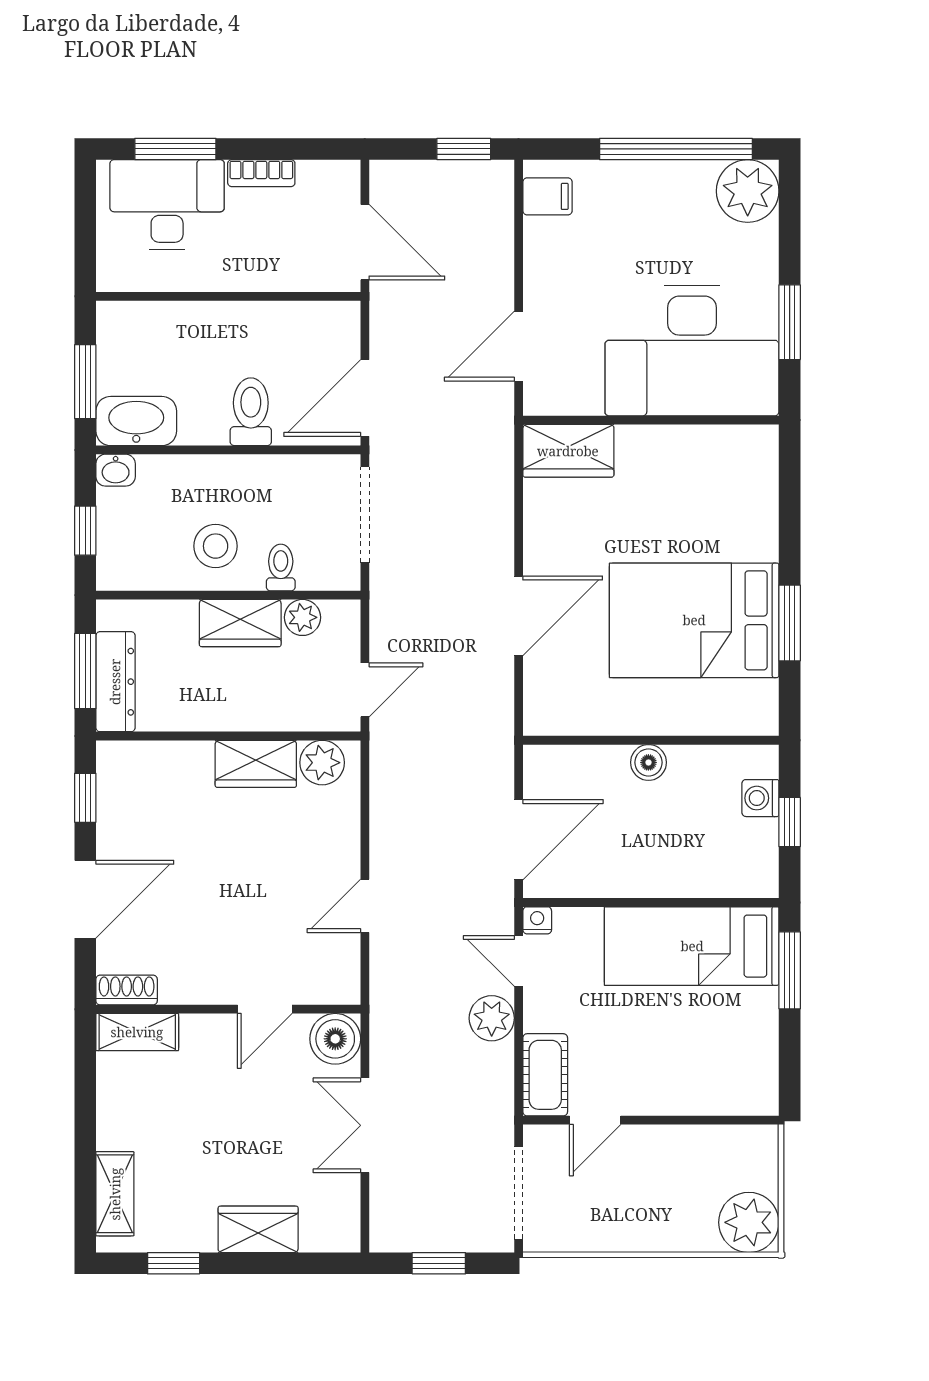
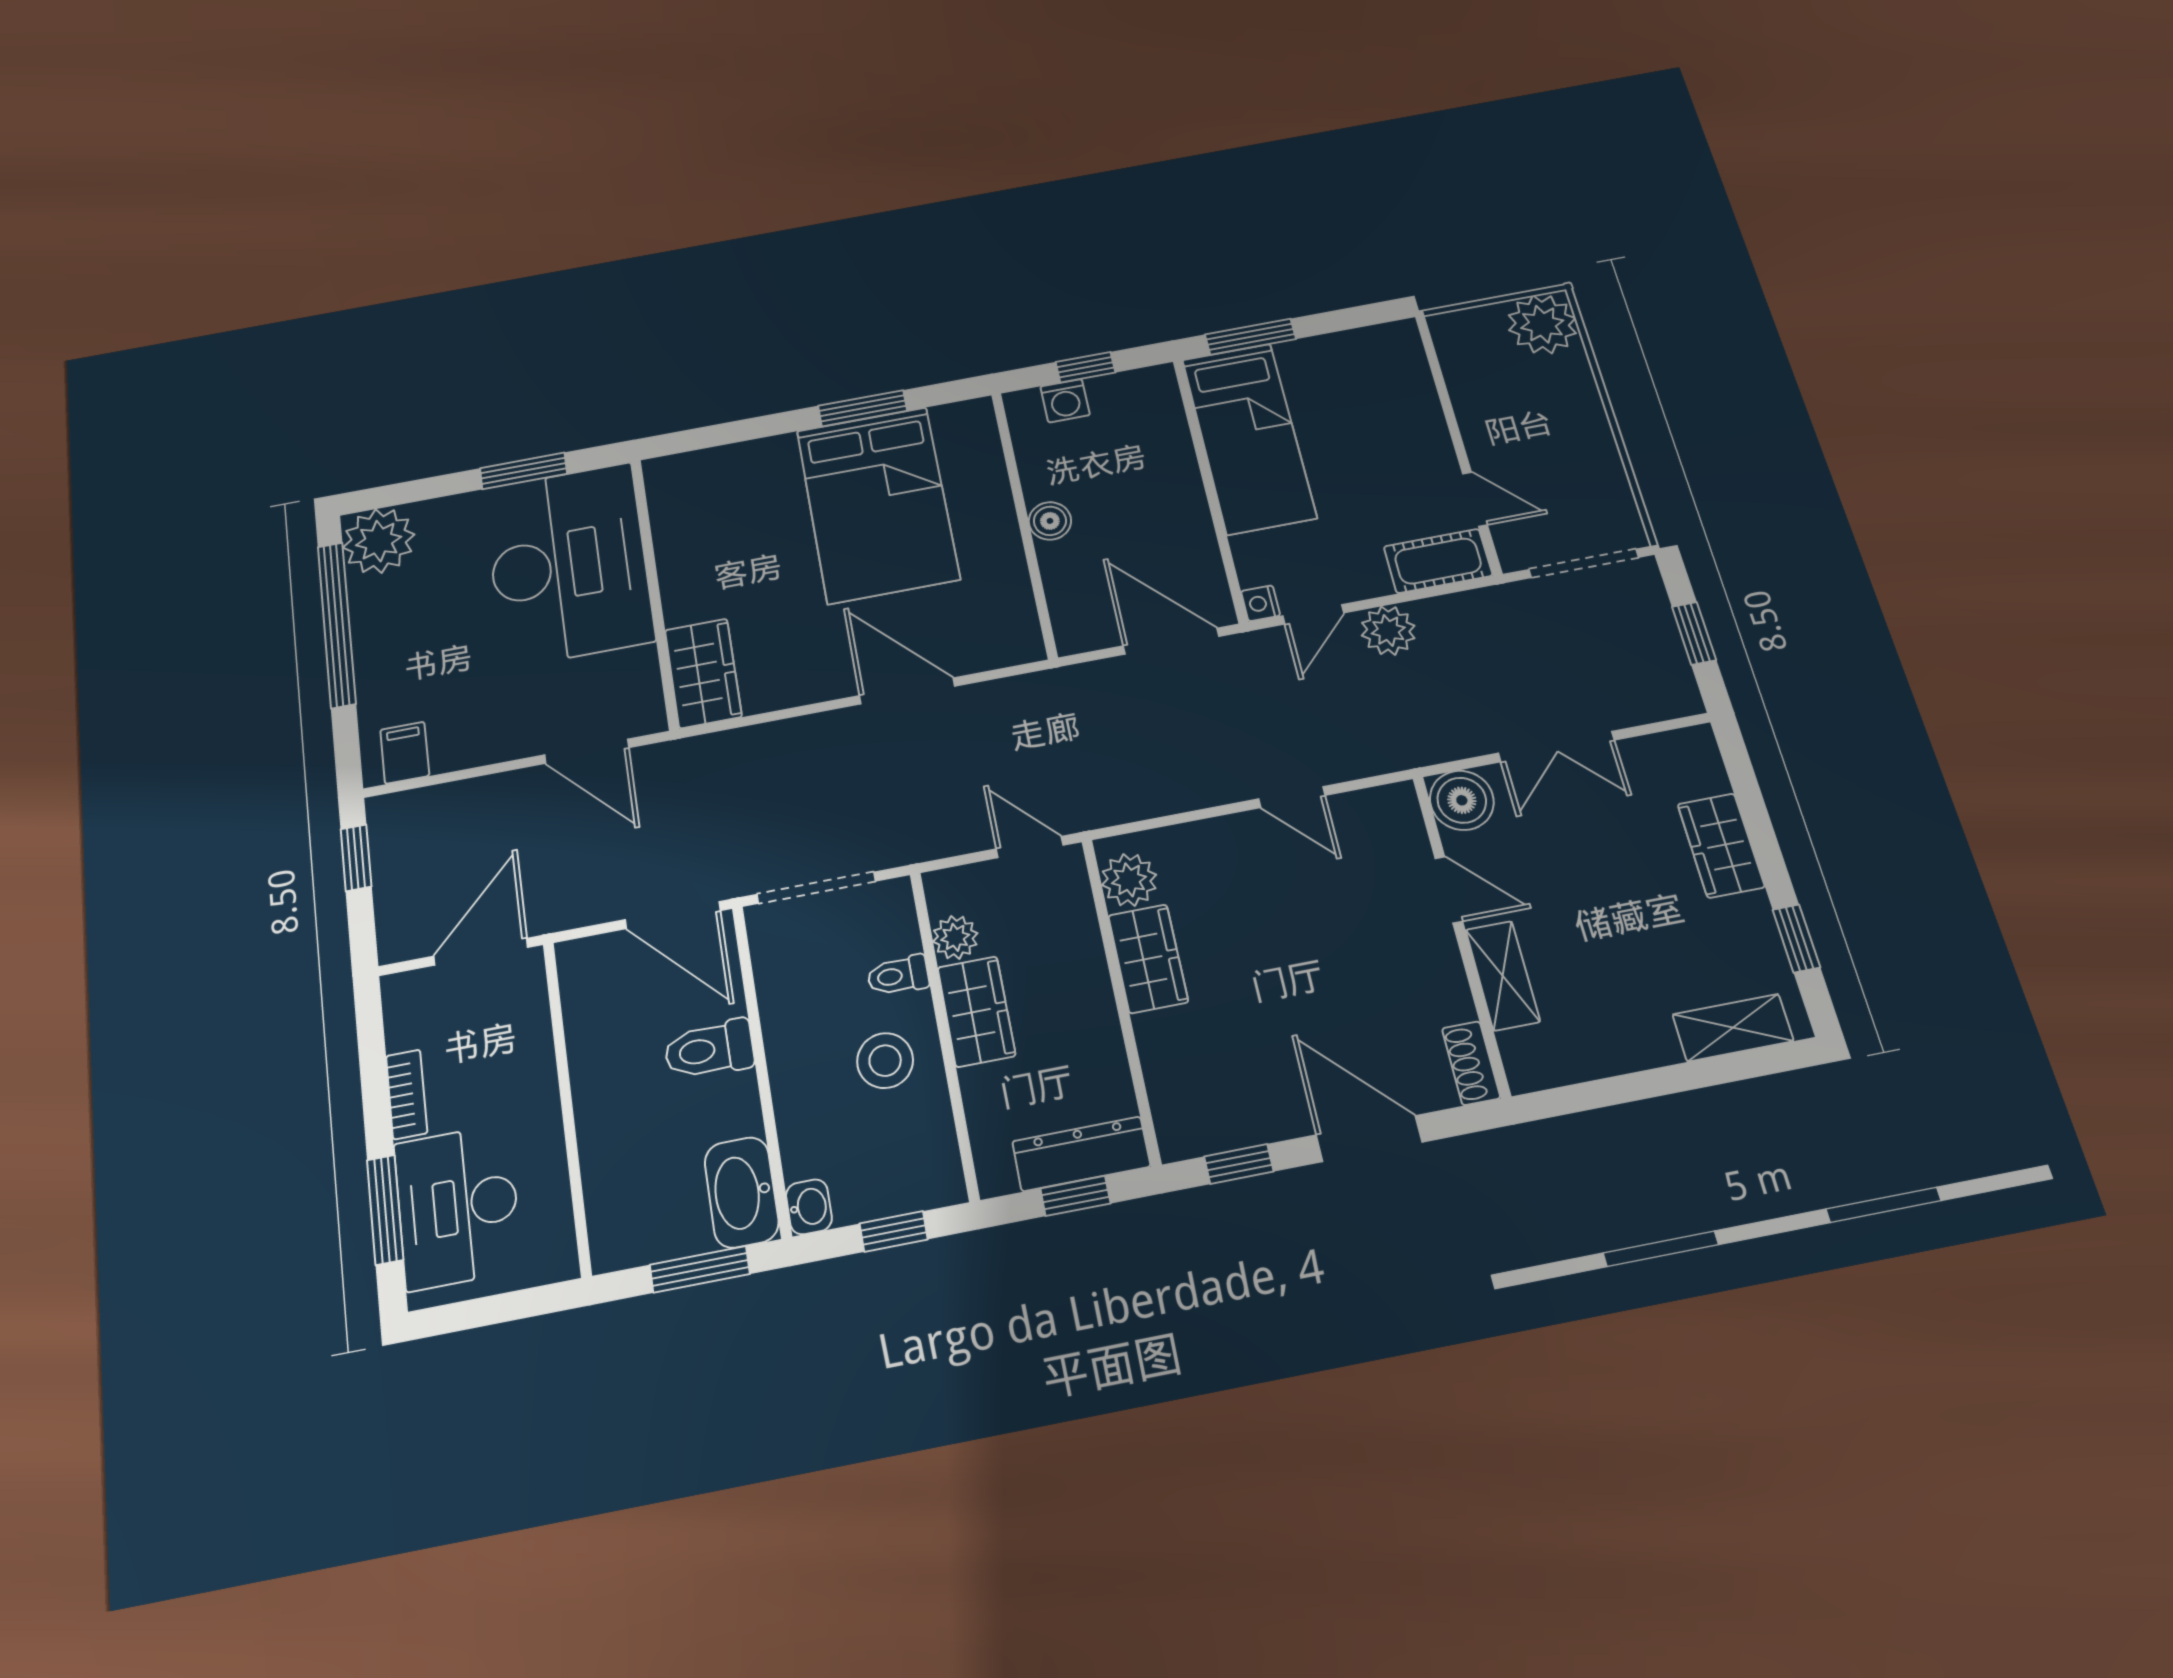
window: (85, 671) -> (1075, 1196), width x0.67
shelving: (137, 1032) -> (1503, 976), moved

